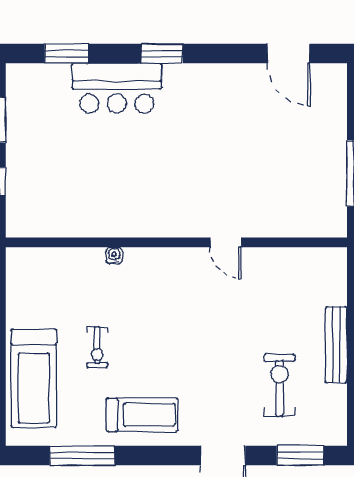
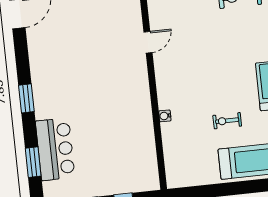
bar counter: (117, 88) -> (55, 149), moved
exercise bike: (97, 347) -> (227, 121), turned 180

